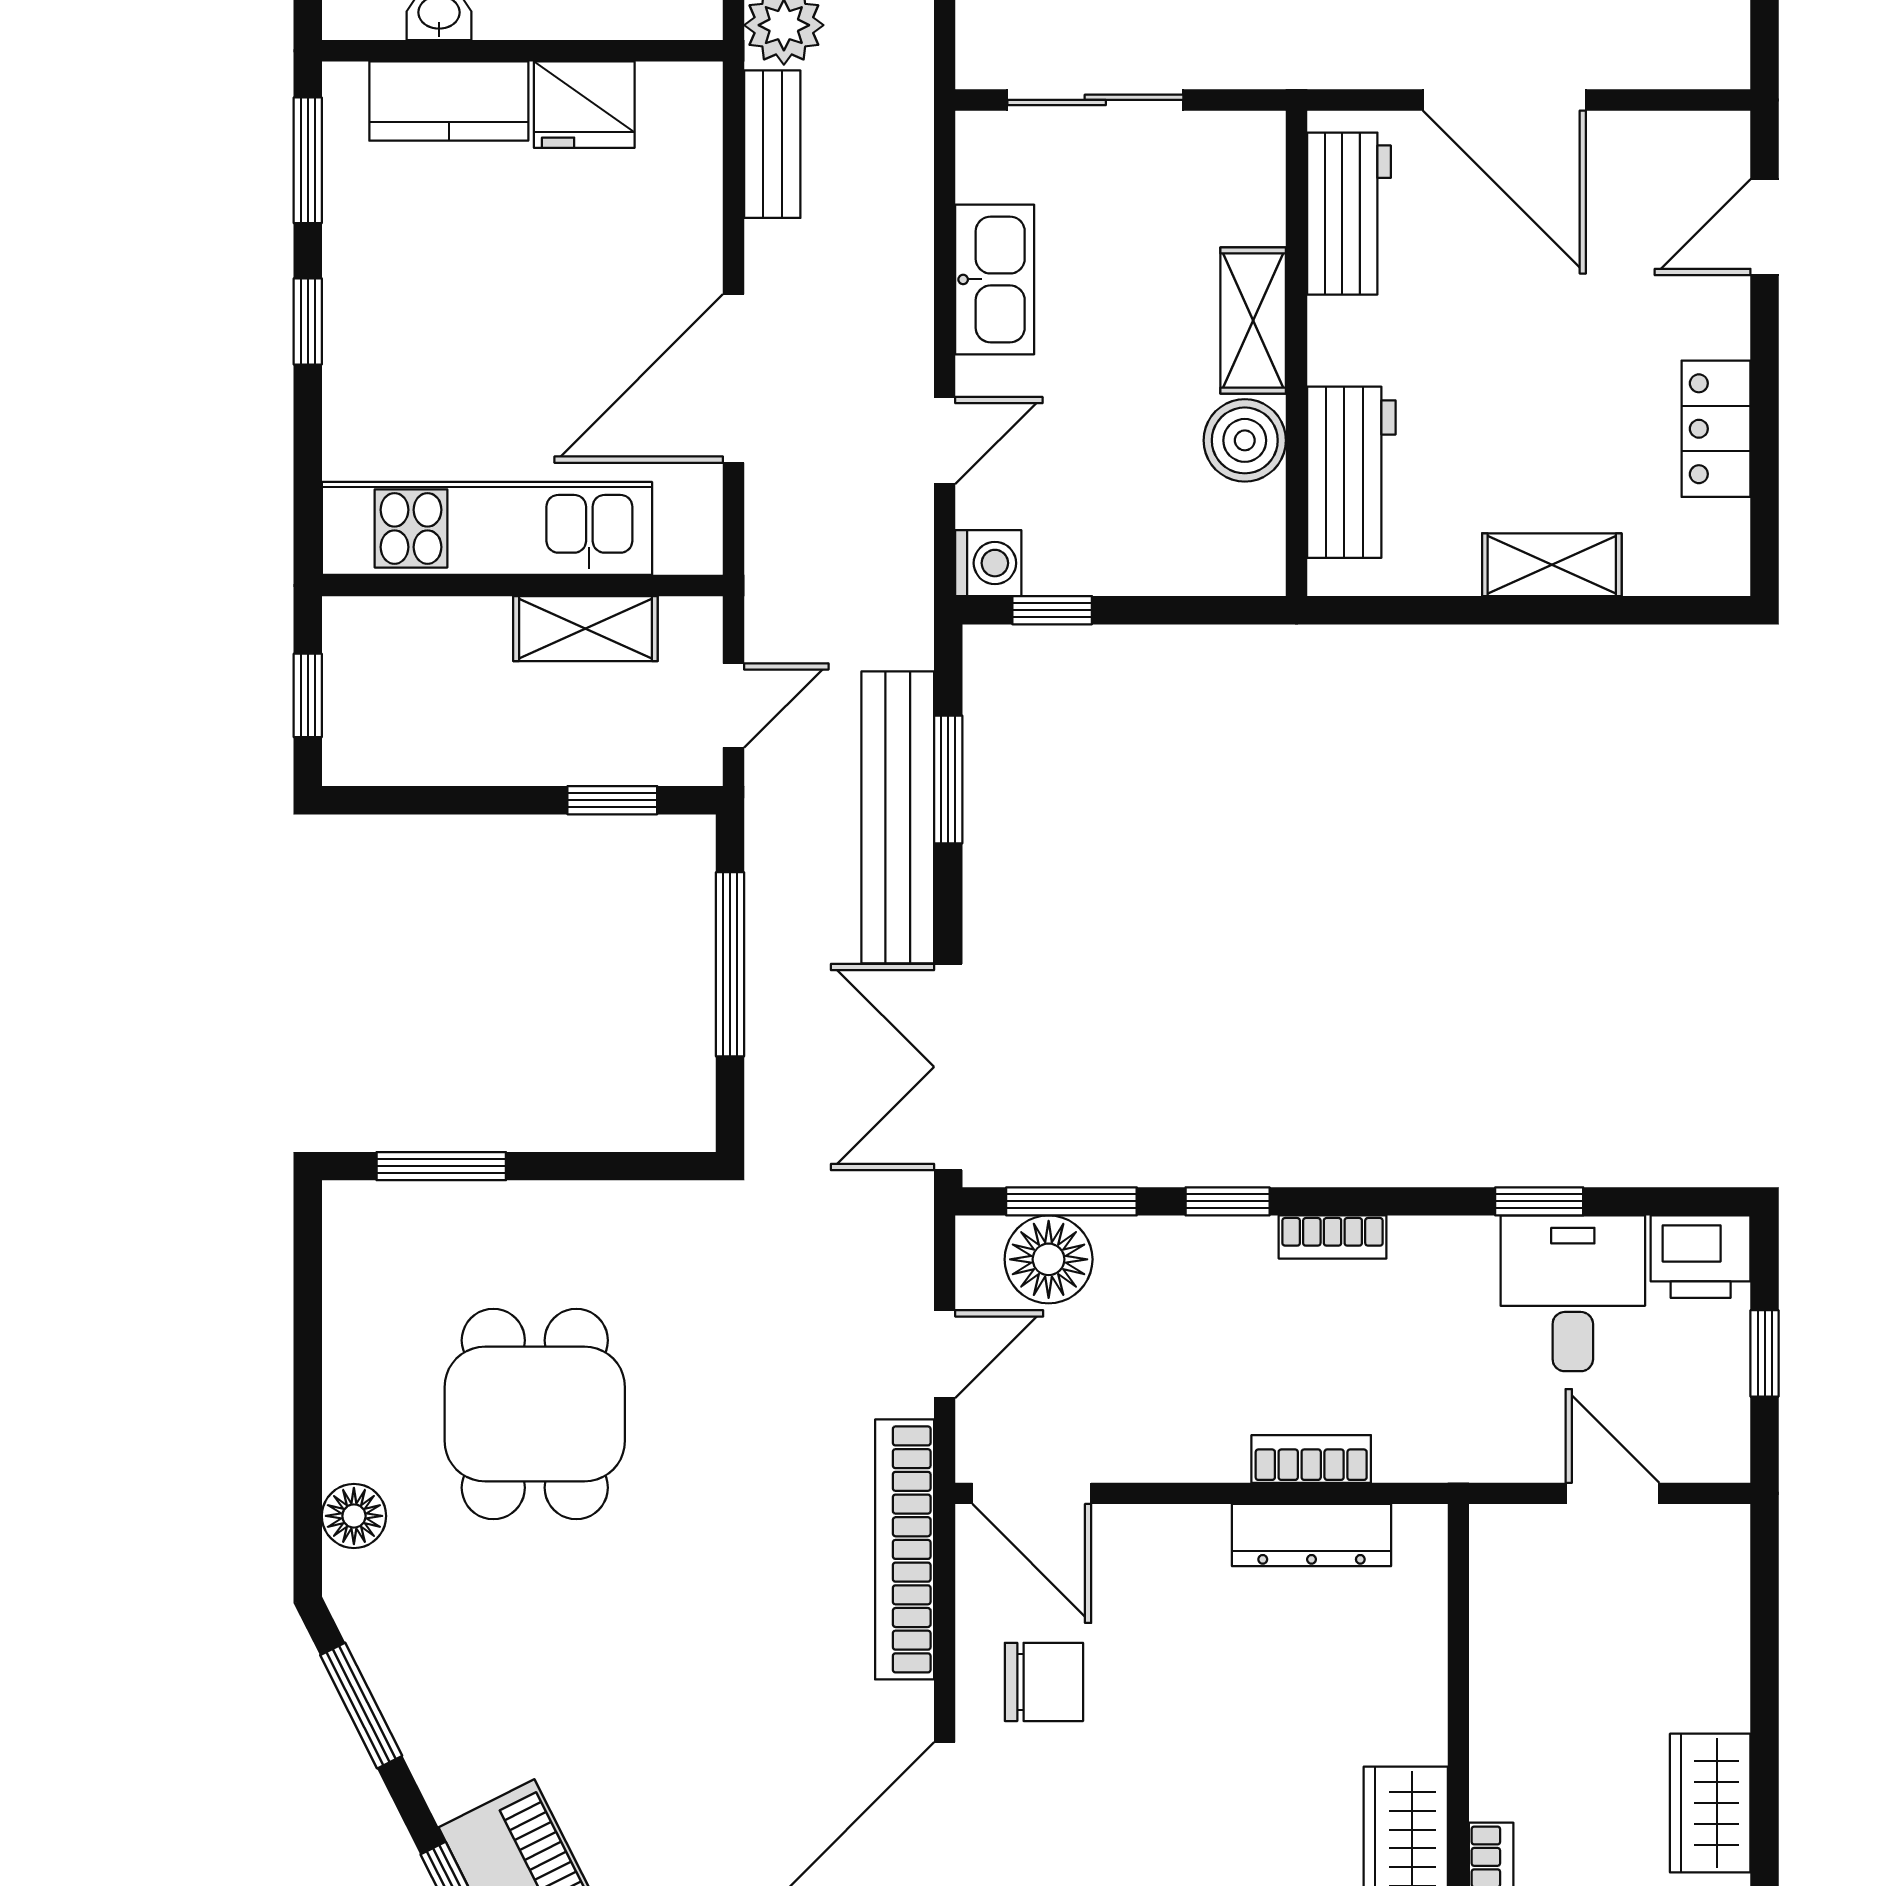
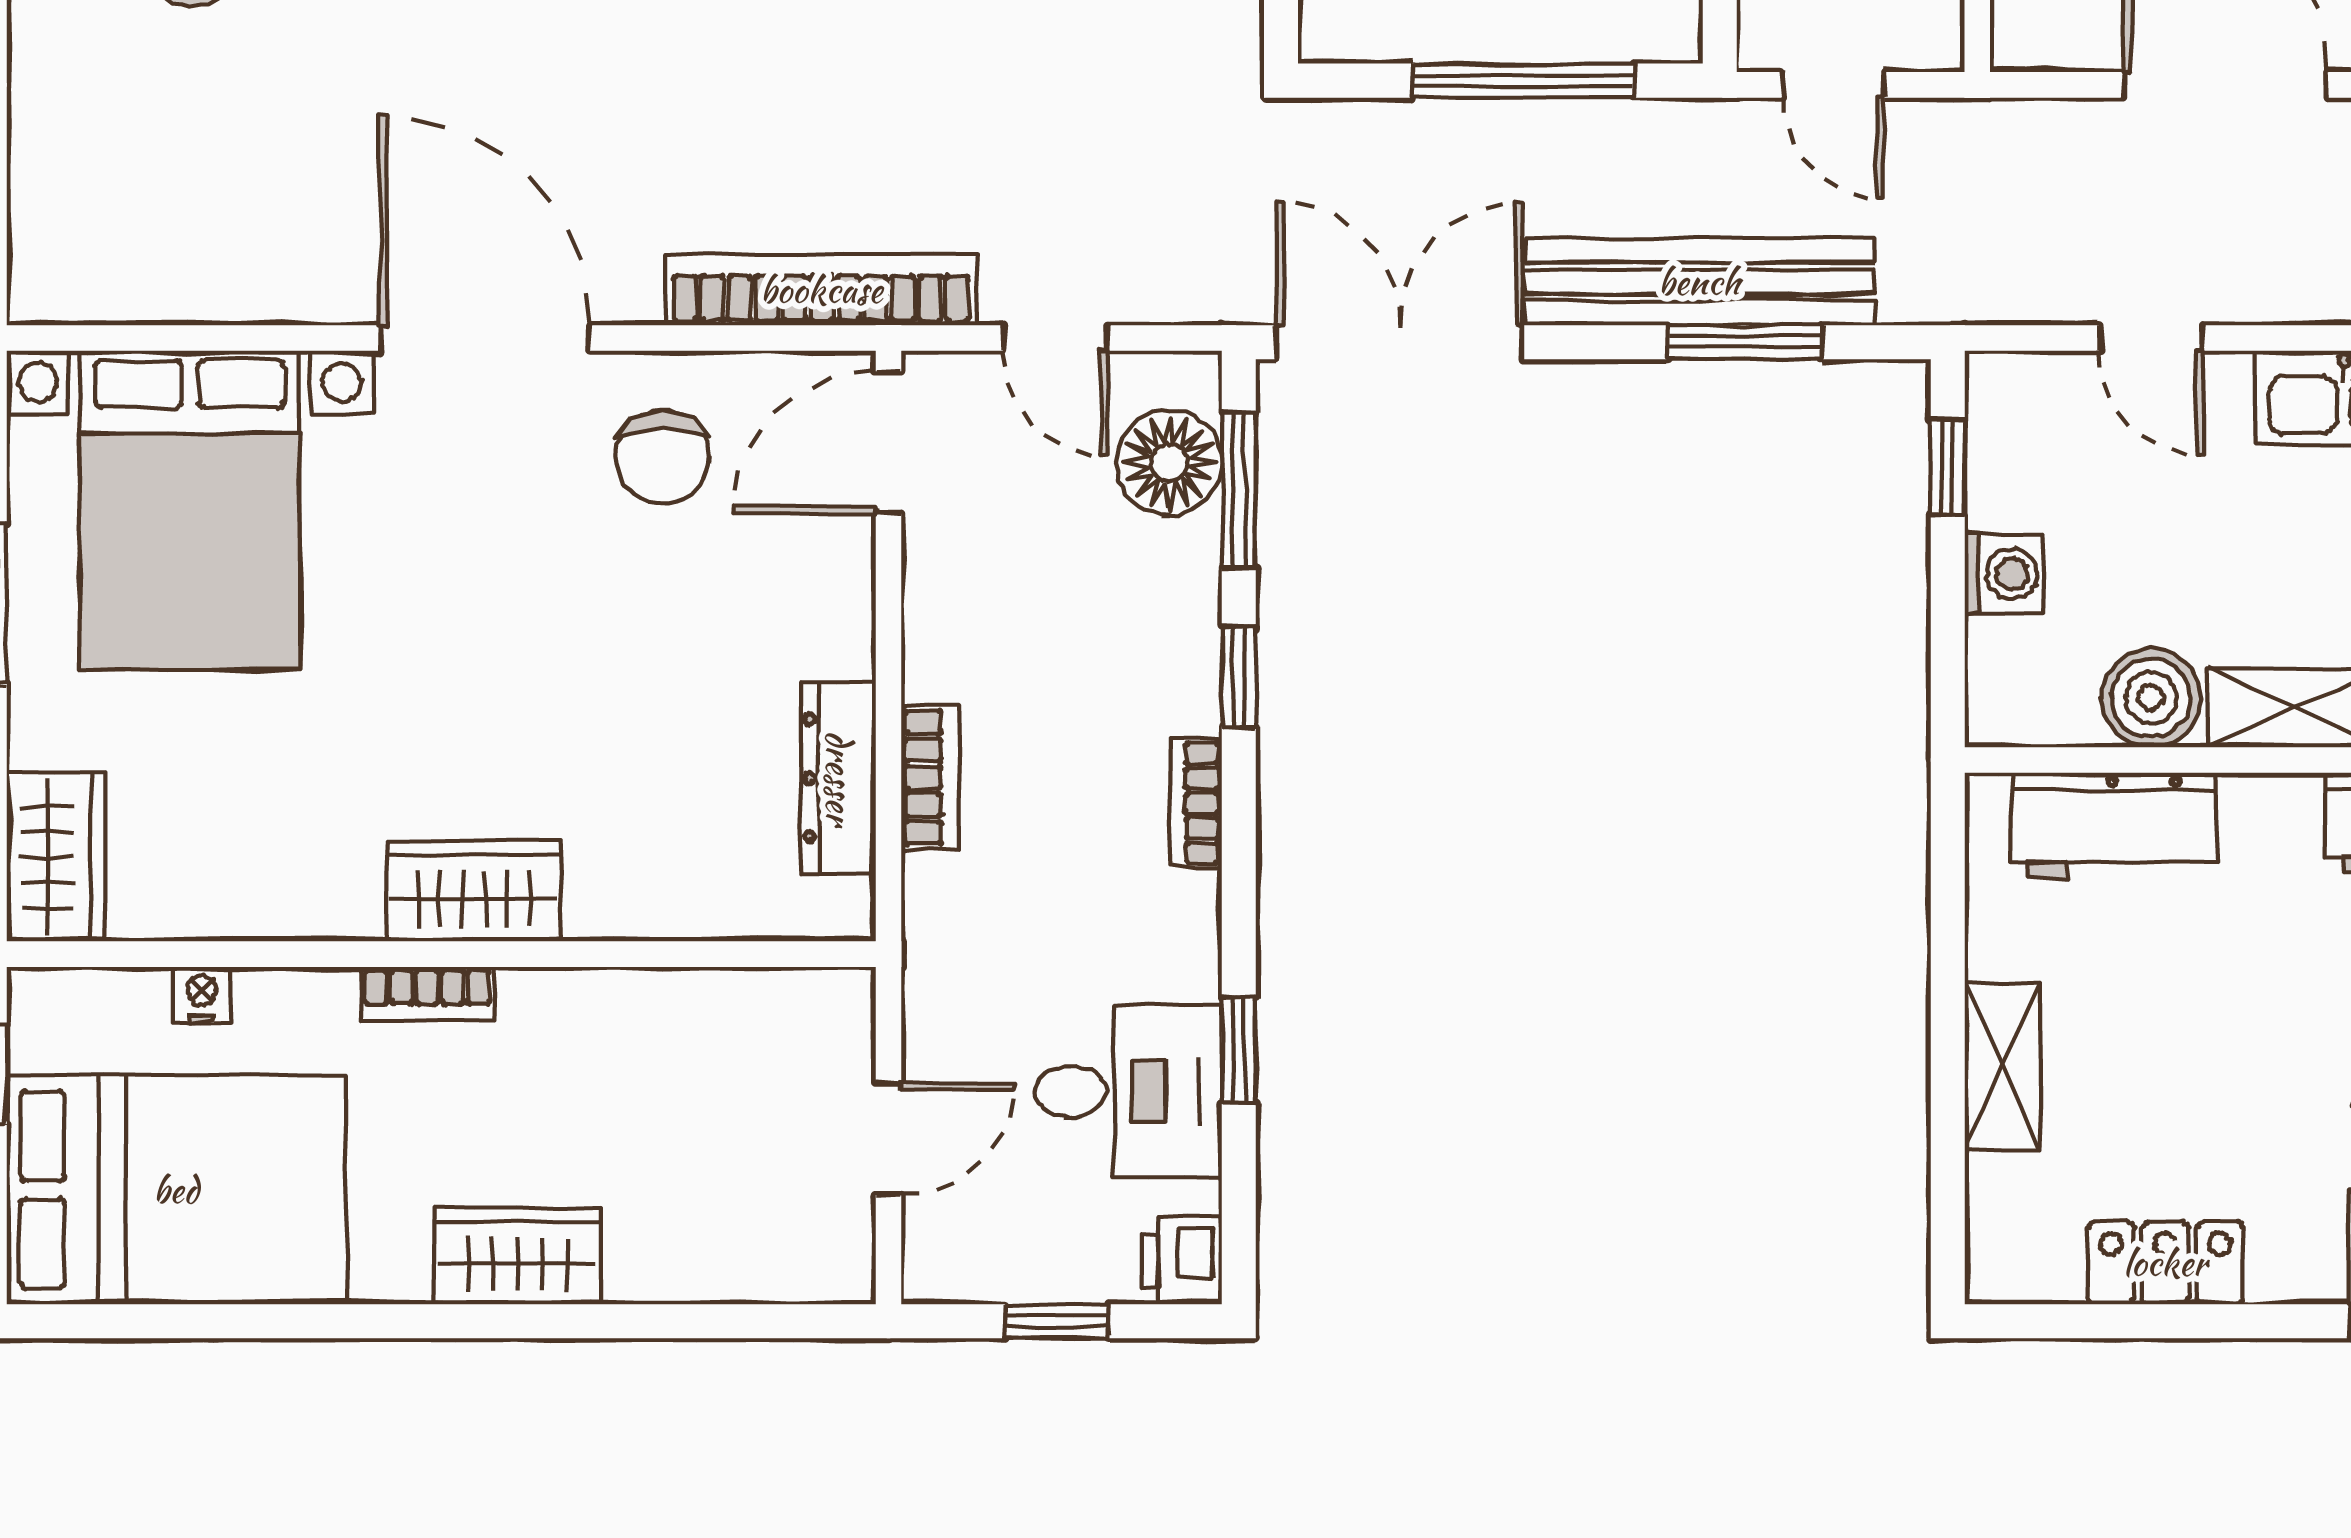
washing machine: (988, 563) -> (2004, 574), moved, turned -90
printer: (1701, 1257) -> (1182, 1260), width x0.73, depth x0.81

